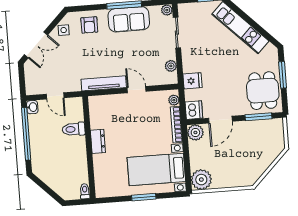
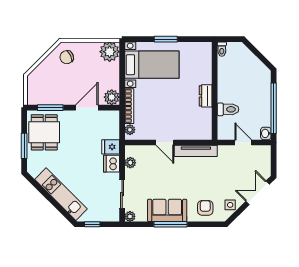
dishwasher: (194, 110) -> (112, 164), moved
chair: (245, 170) -> (67, 57), added

